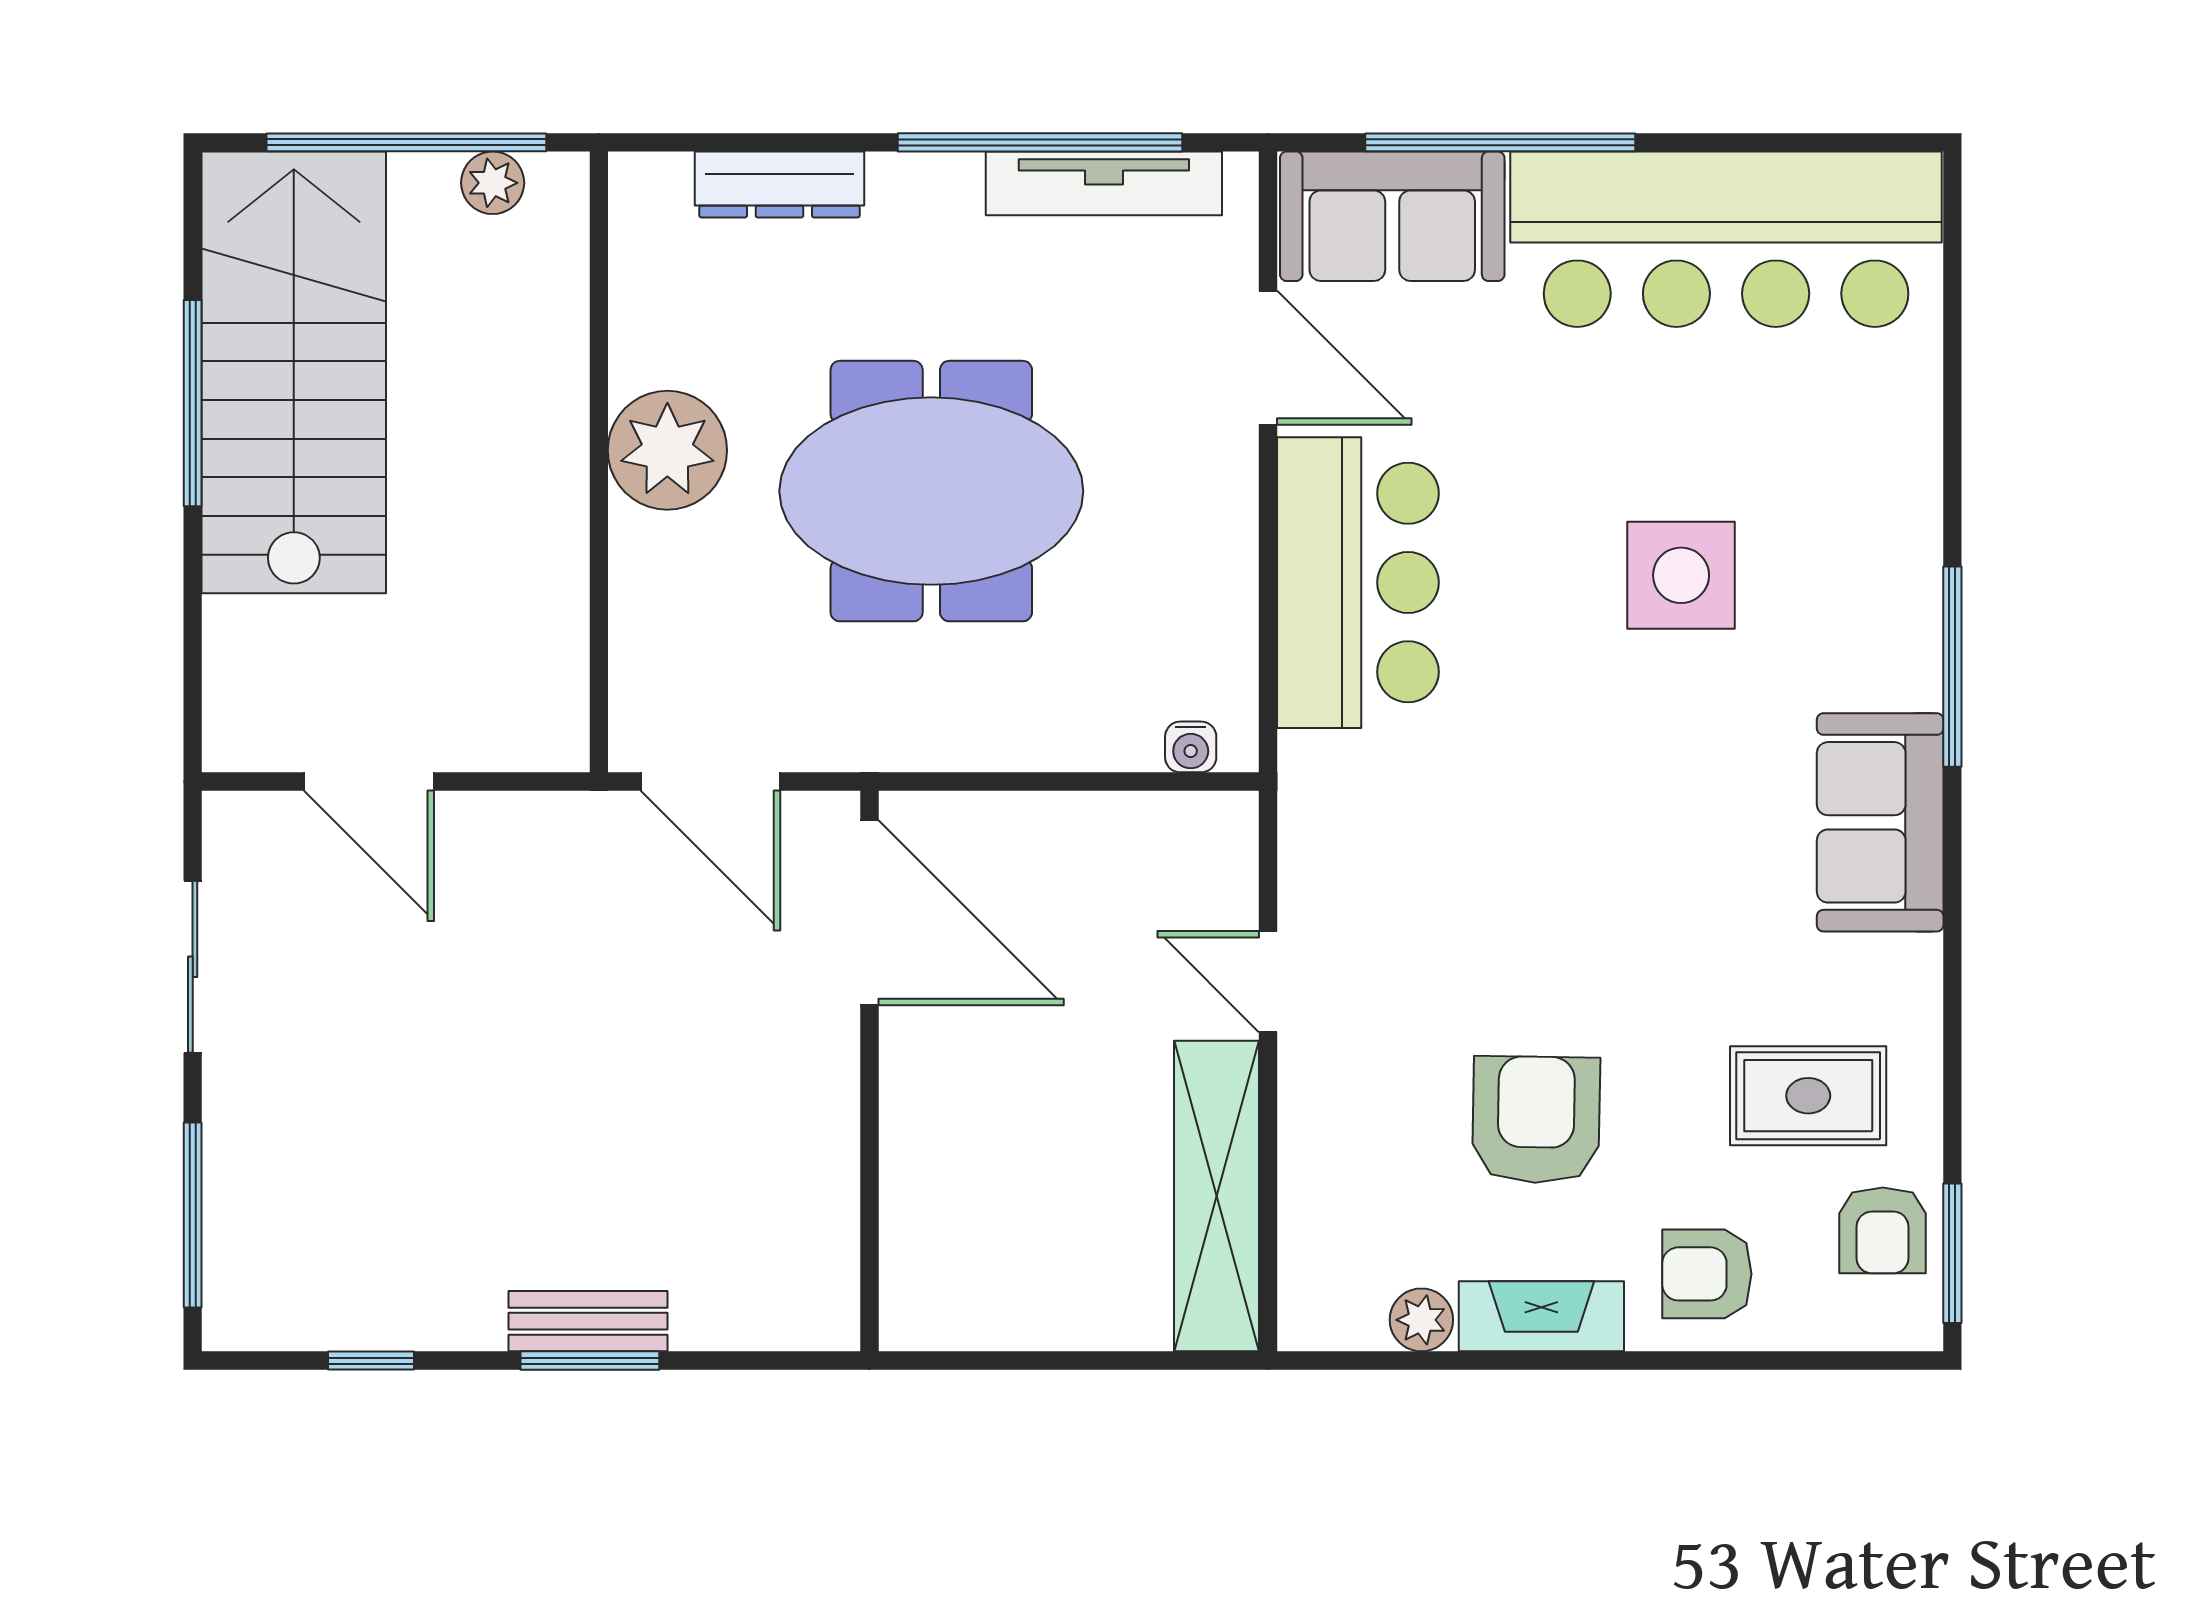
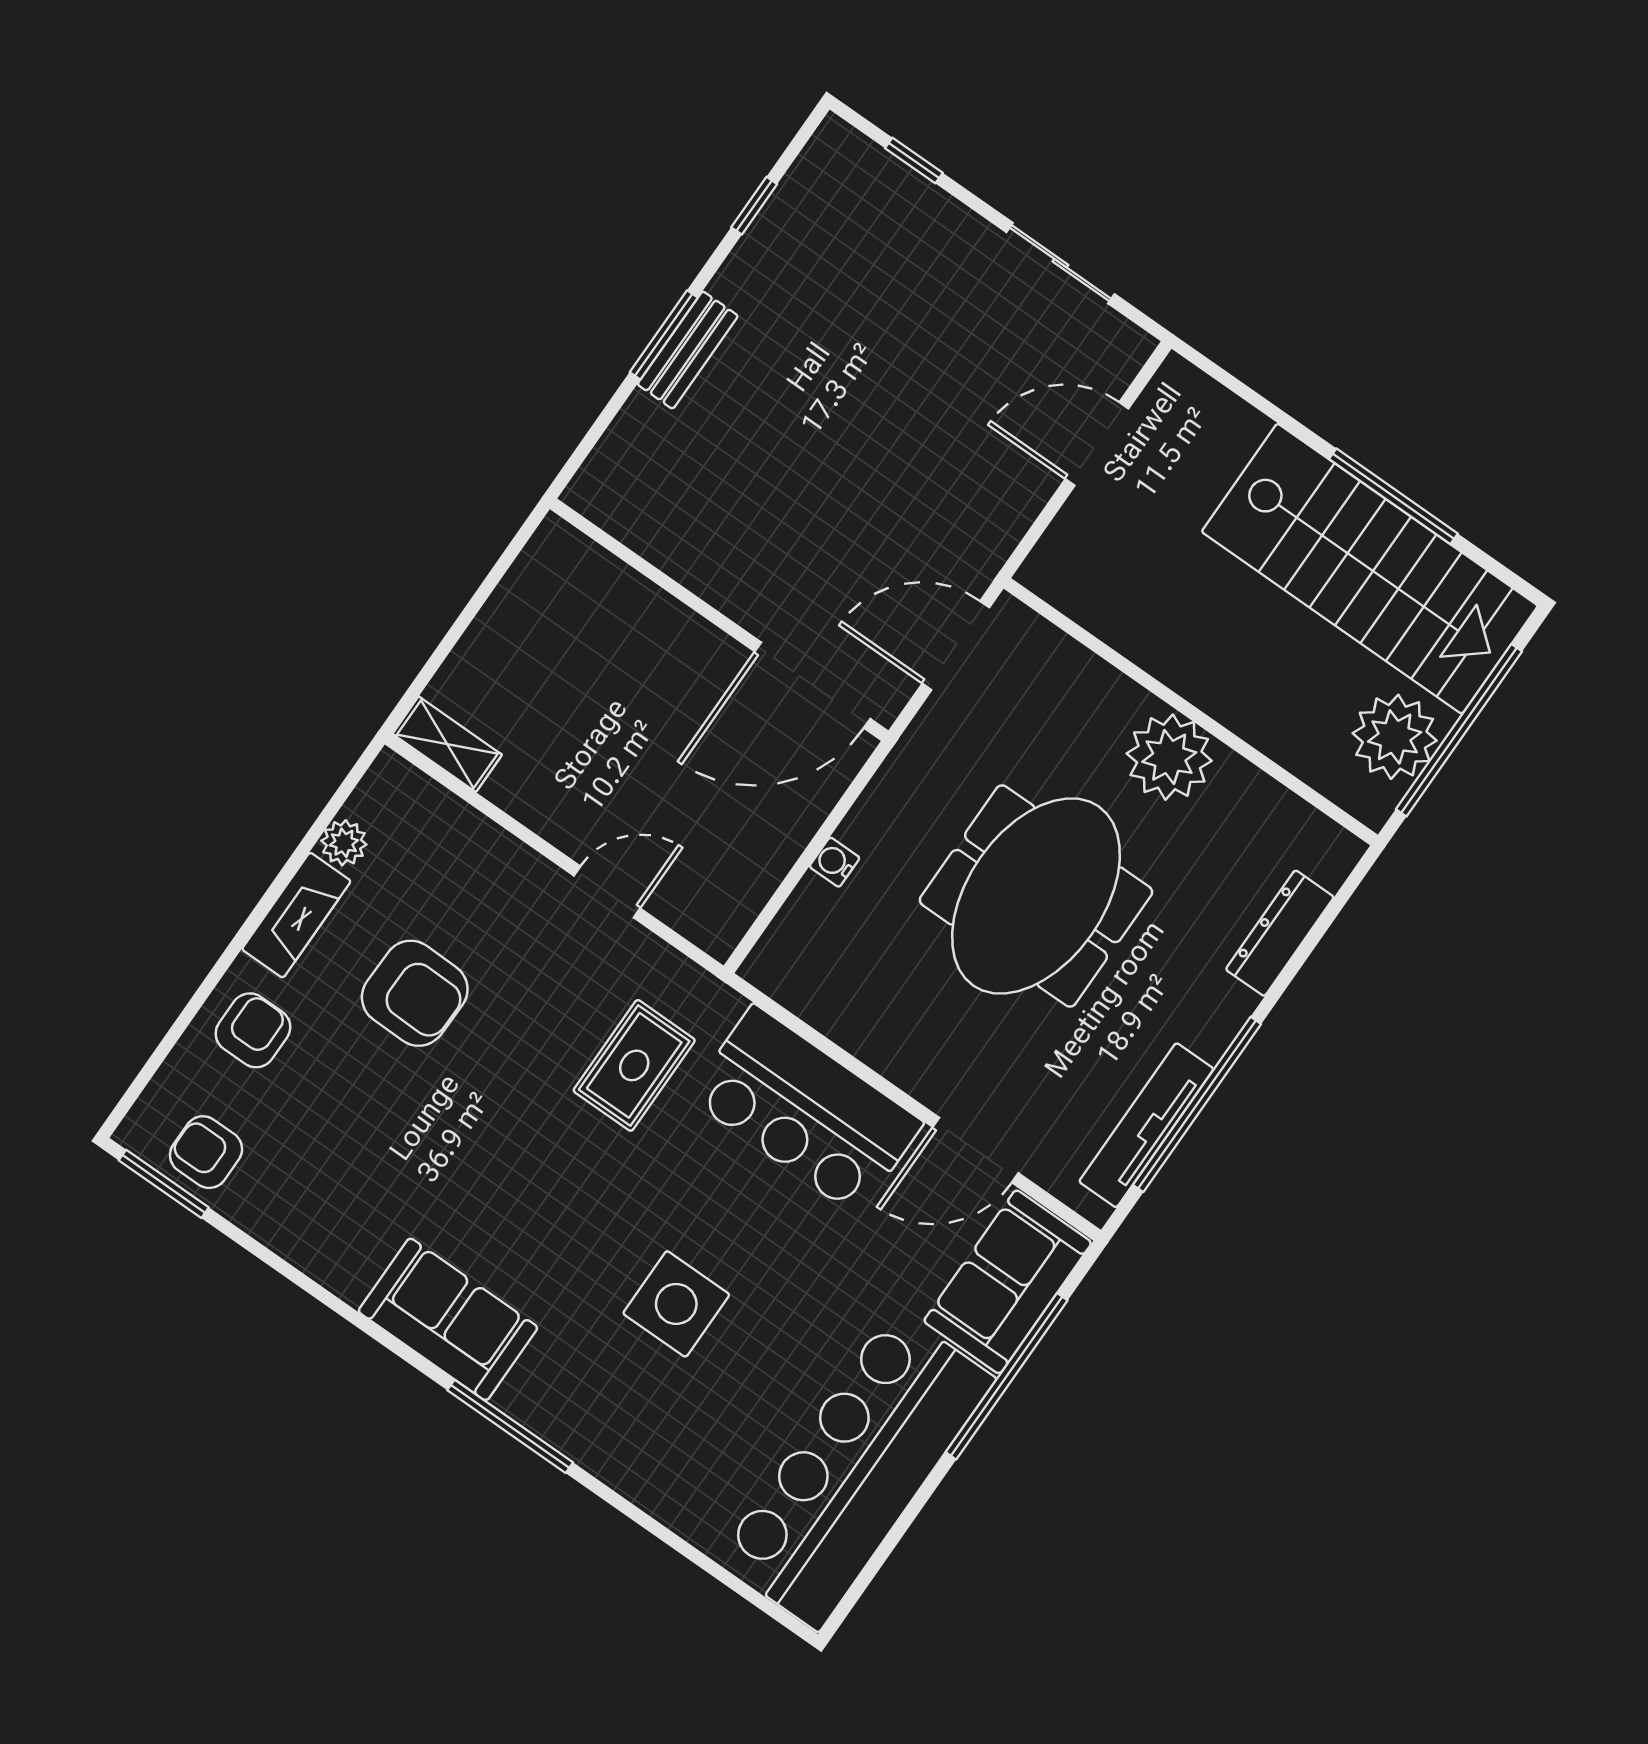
plant: (493, 183) -> (1395, 737), width x1.87, depth x1.87
water cooler: (1191, 747) -> (835, 862), moved
rug: (1808, 1096) -> (634, 1065), moved
shelving: (1217, 1196) -> (447, 744), width x0.45, depth x0.75
window: (193, 1215) -> (914, 161), width x0.46

